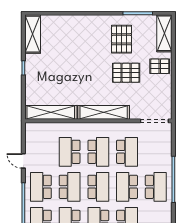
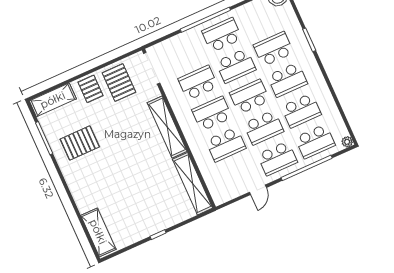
shelving: (33, 34) -> (98, 232), moved, turned 90
pallet: (126, 73) -> (119, 82), moved
school desk: (70, 187) -> (263, 128), turned 180

